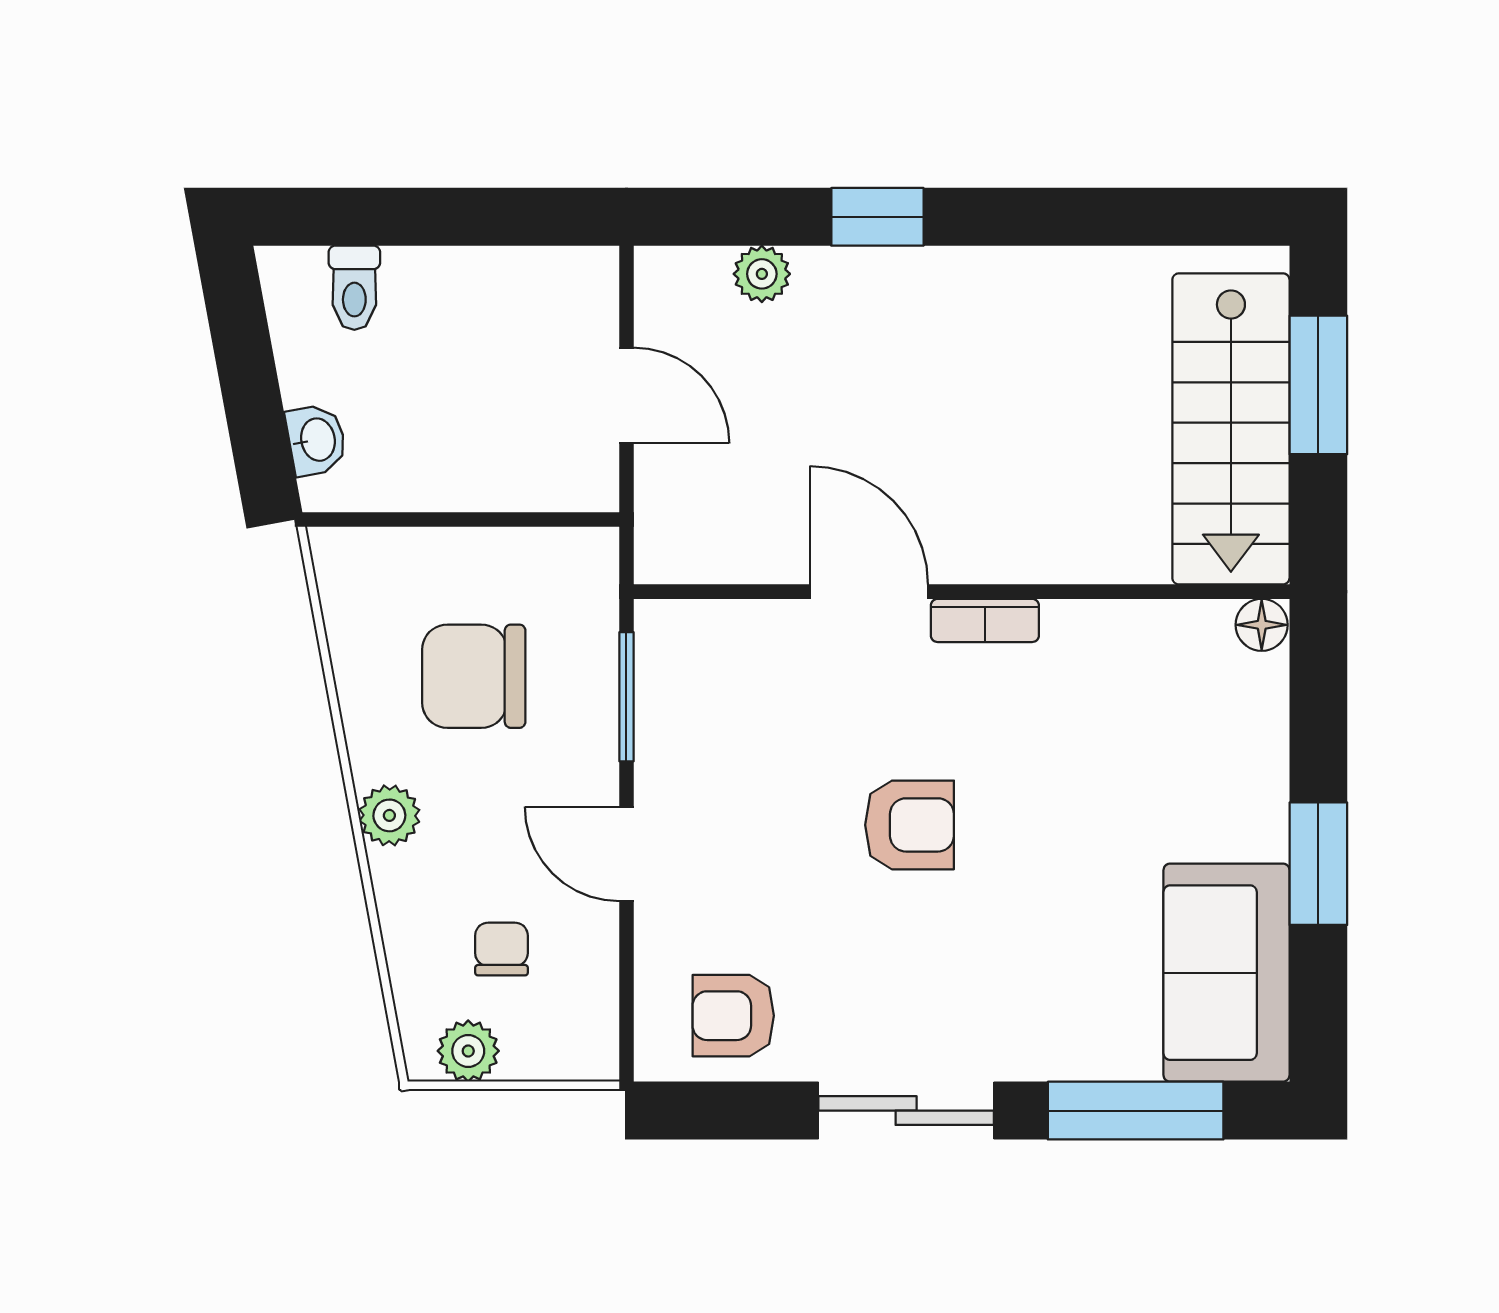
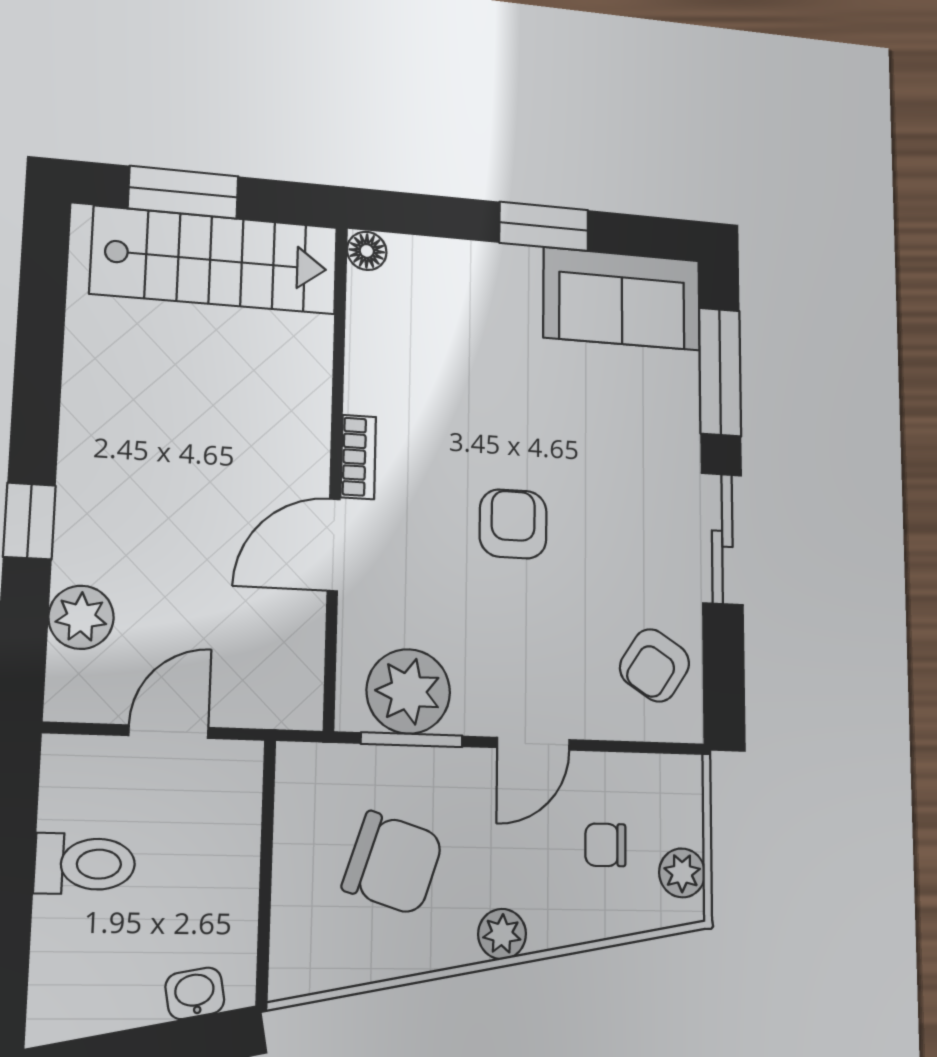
plant: (762, 274) -> (81, 617), width x1.38, depth x1.38
toilet: (354, 288) -> (85, 864), moved, width x1.37, depth x1.39
chair: (474, 676) -> (393, 863), turned -72
plant: (687, 691) -> (408, 691), added
armchair: (733, 1016) -> (655, 665), turned 33

